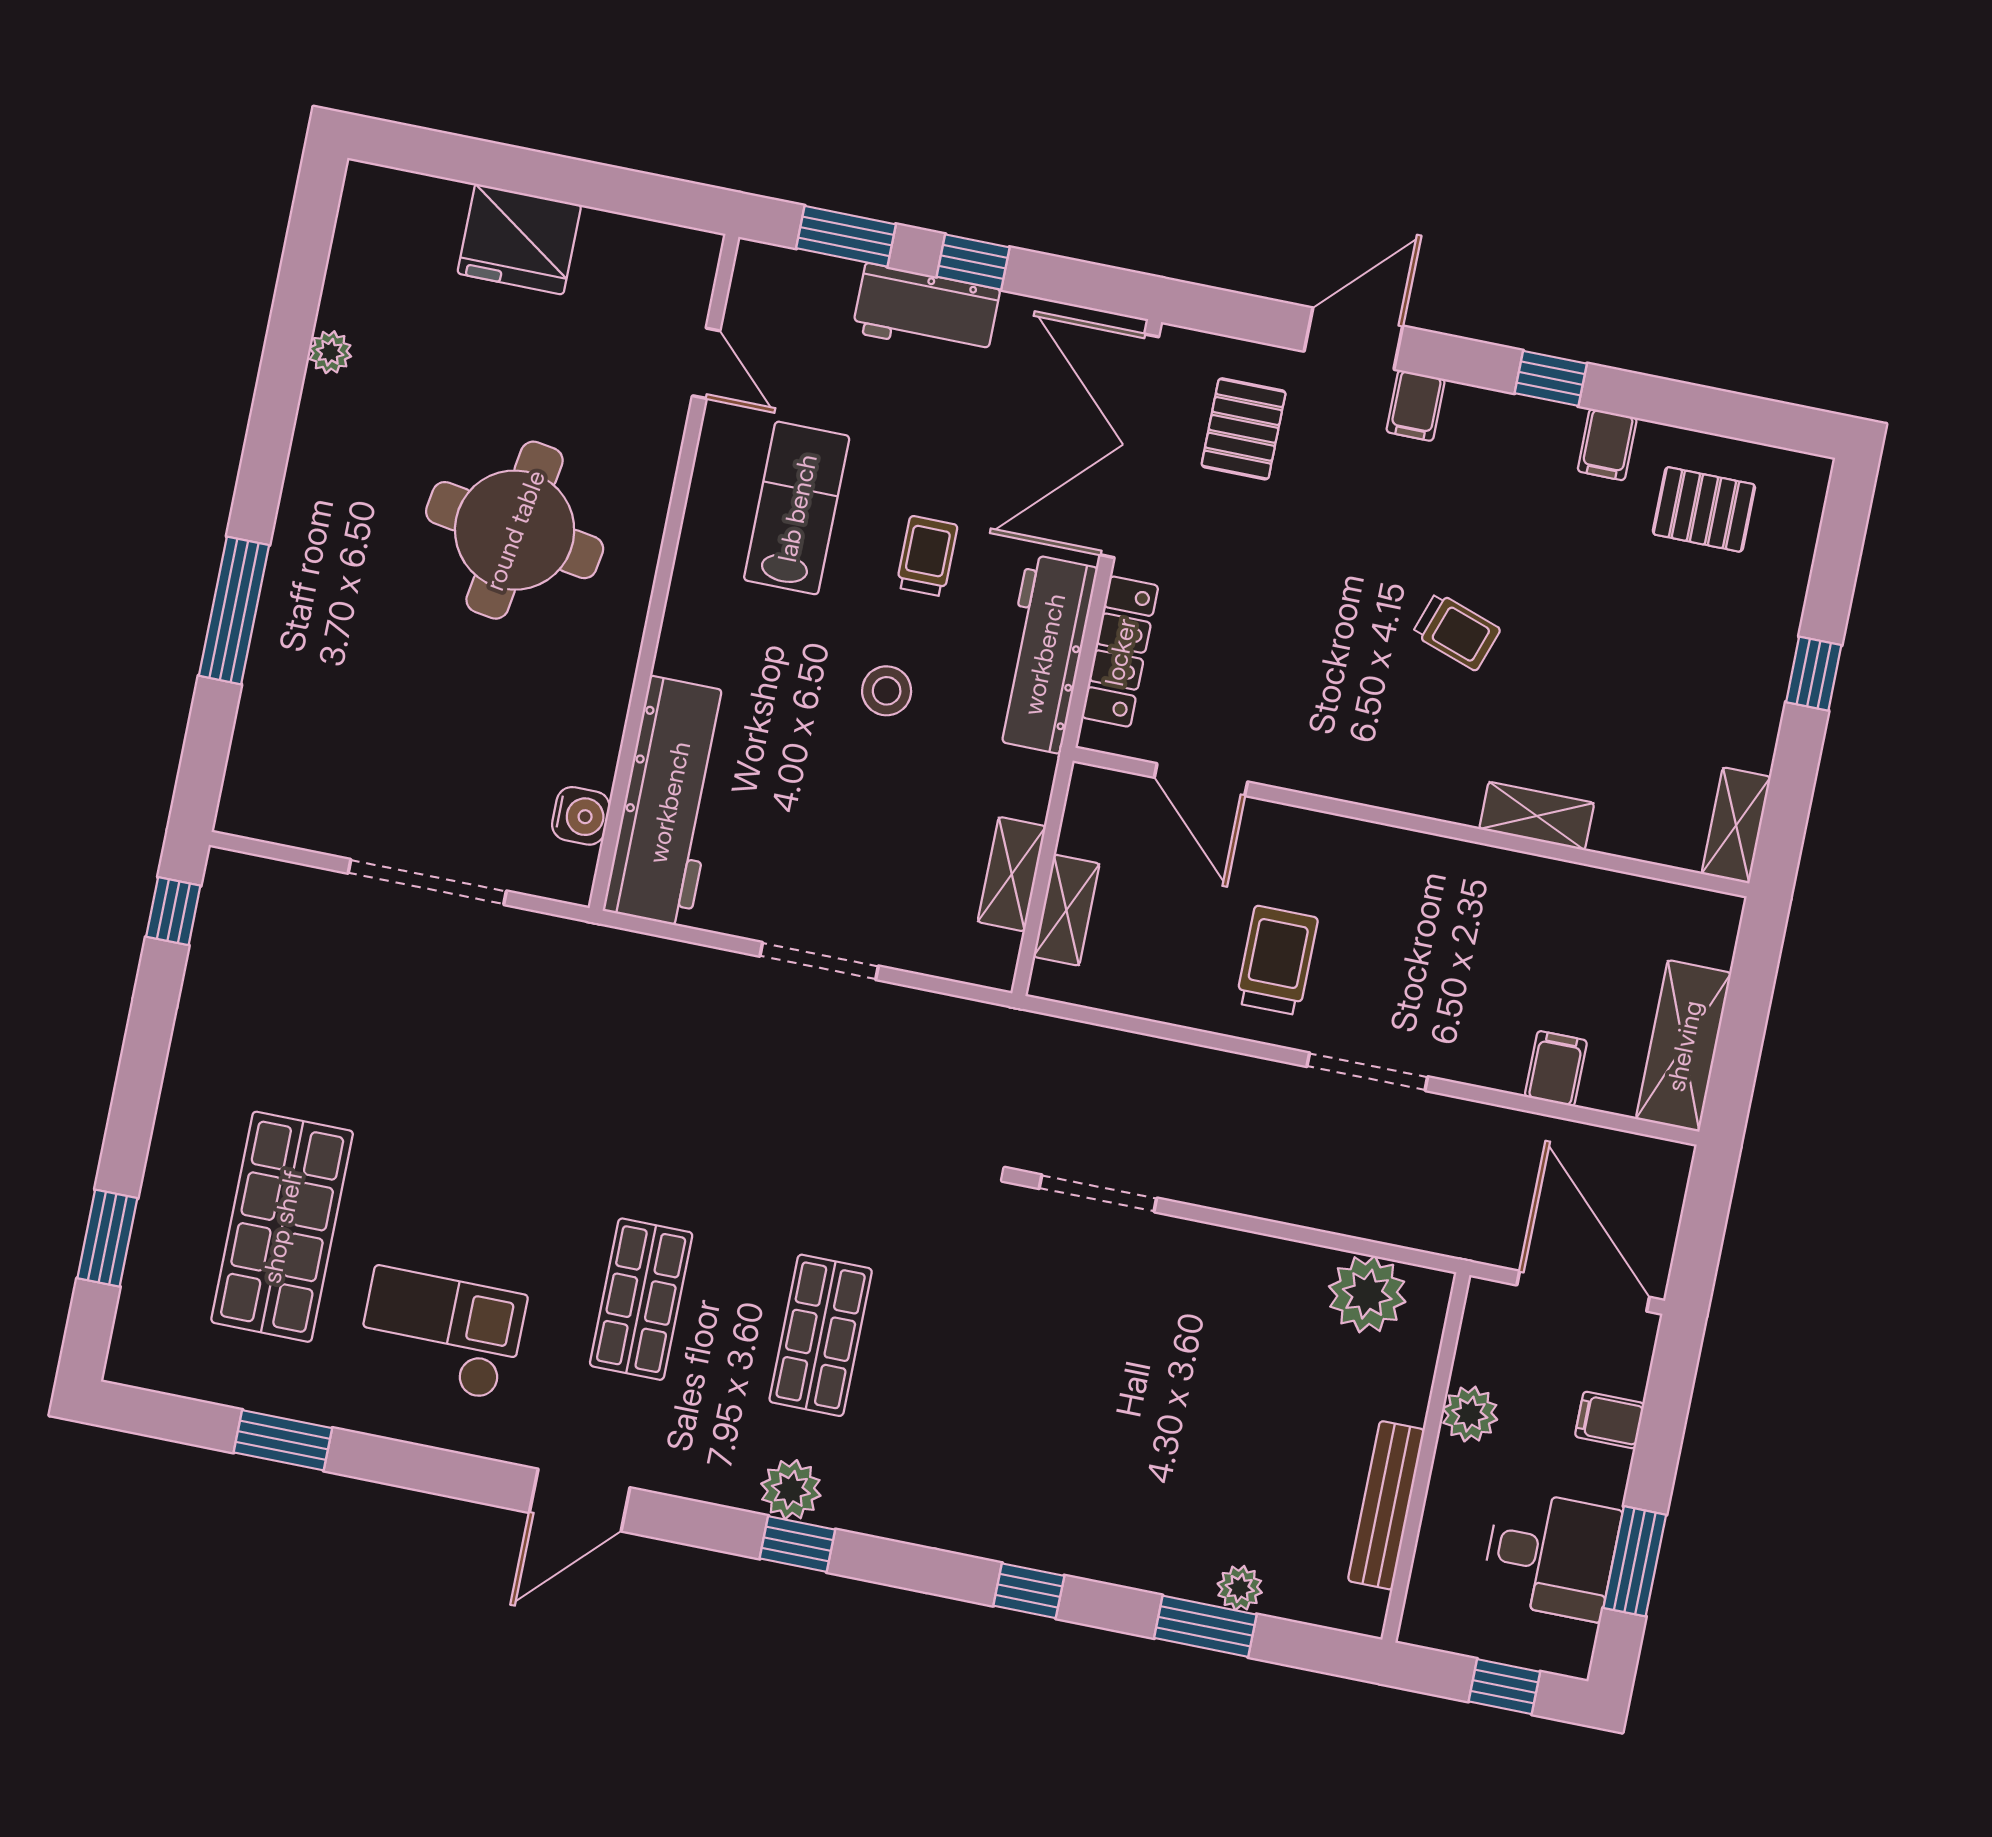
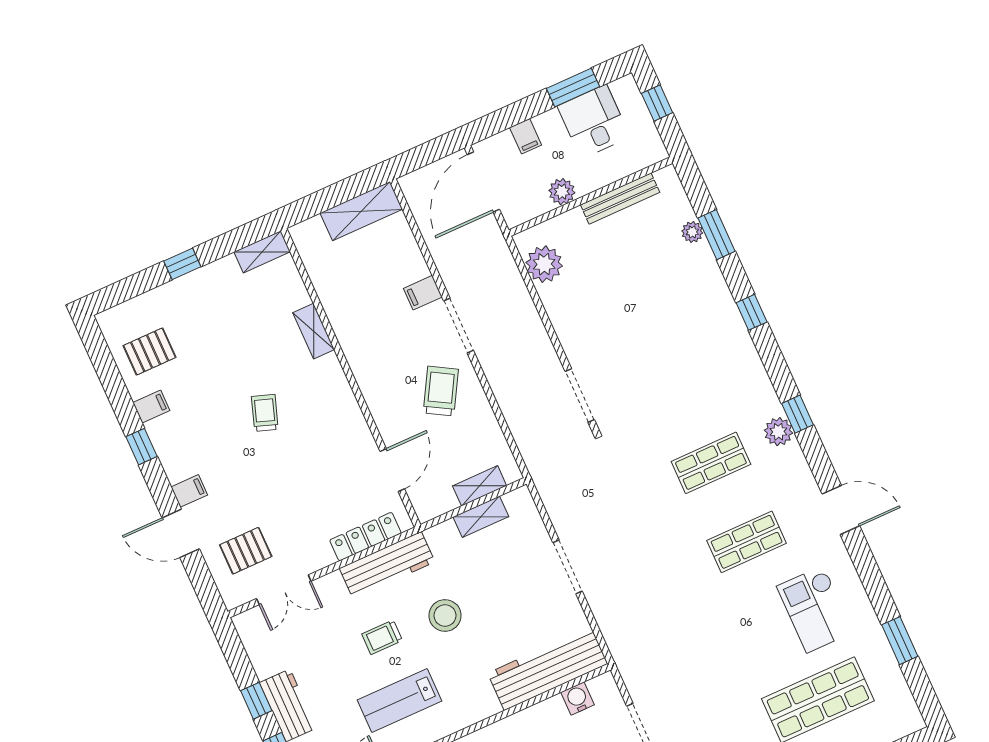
double door: (1129, 446) -> (284, 590), width x0.54
pallet: (1704, 509) -> (150, 351), turned 90
stool: (887, 691) -> (445, 615), width x1.38, depth x1.38
trolley: (1277, 960) -> (441, 391), turned 120
filing cabinet: (1556, 1069) -> (423, 293), moved

